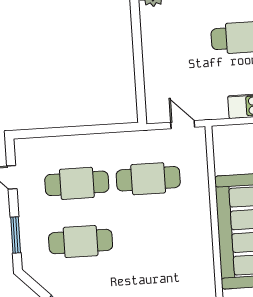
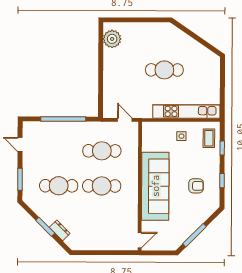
window: (81, 130) -> (63, 119), added
cafe table: (77, 183) -> (102, 186), moved

